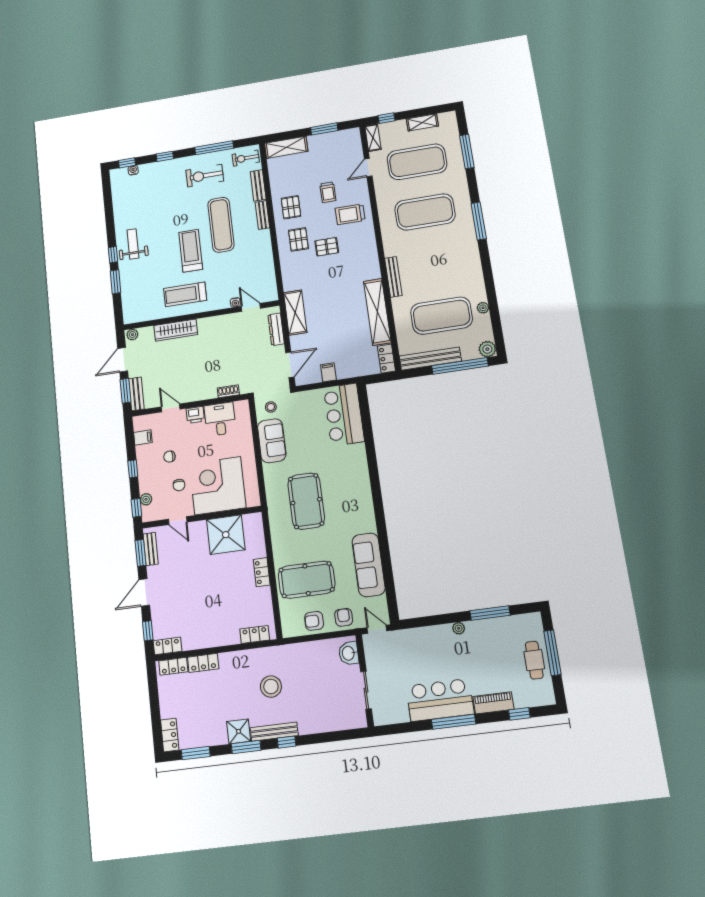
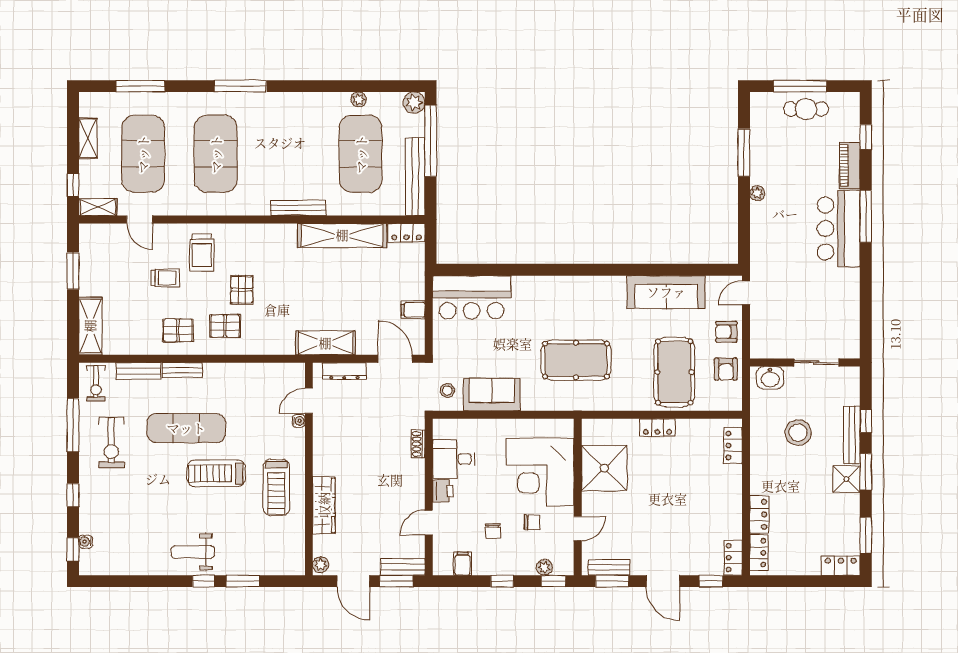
washbasin: (349, 653) -> (770, 378), moved
wall: (365, 680) -> (805, 363), moved
sliding door: (366, 690) -> (817, 363), moved

